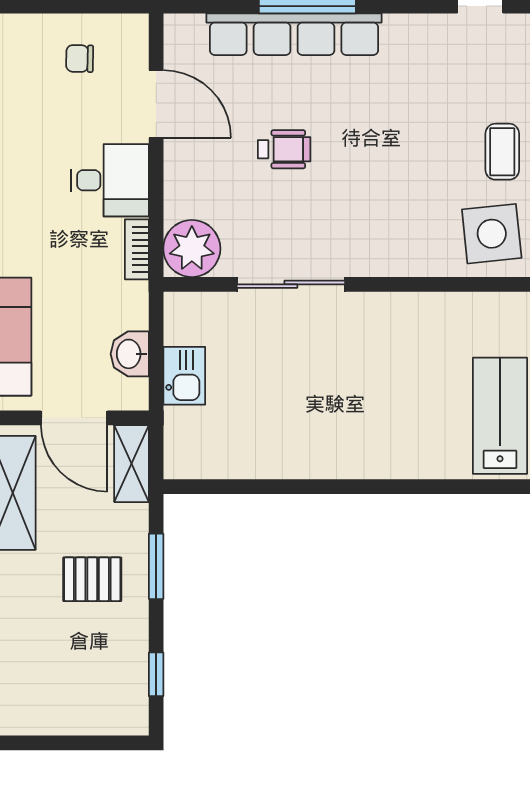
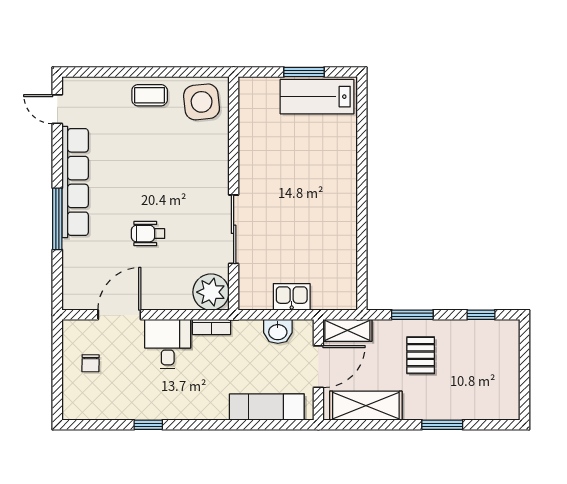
row of seats: (294, 34) -> (75, 182), moved
wheelchair: (284, 149) -> (148, 234), turned -90

